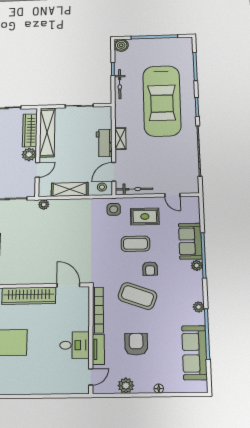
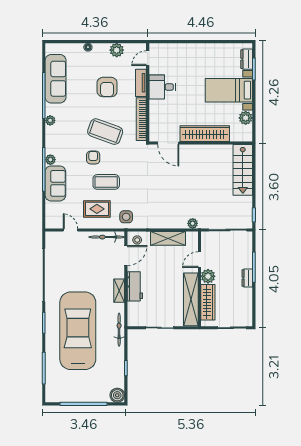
bicycle: (120, 84) -> (119, 330), moved

